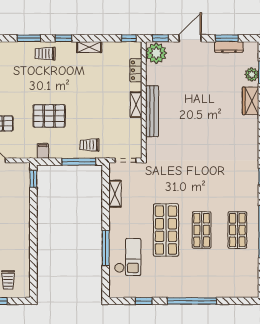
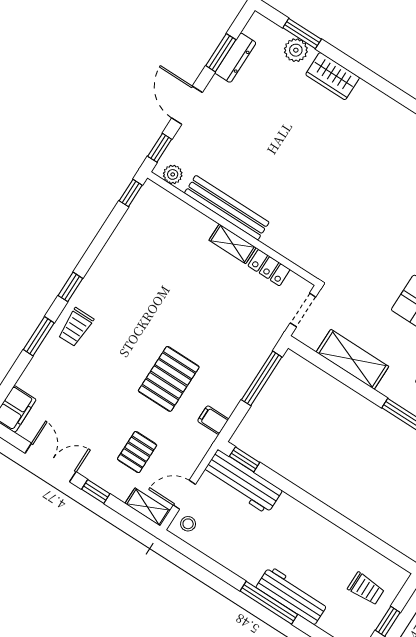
shelving: (89, 47) -> (107, 258), removed
plant: (156, 53) -> (173, 174), width x0.53, depth x0.53
locker: (136, 70) -> (269, 268), moved
bench: (152, 111) -> (227, 208), moved
trolley: (90, 145) -> (247, 348), removed
workbench: (22, 185) -> (242, 482), added
shelving: (115, 194) -> (352, 359), width x1.50, depth x1.33

